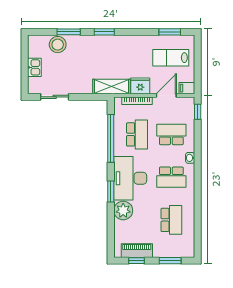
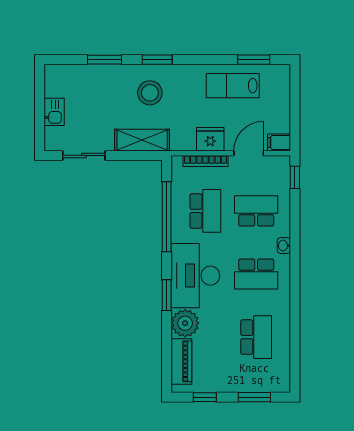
stool: (58, 45) -> (150, 93), moved
lab bench: (171, 58) -> (233, 86), moved
shelving: (111, 86) -> (142, 140), moved
piano: (137, 251) -> (181, 361), moved, turned 90

